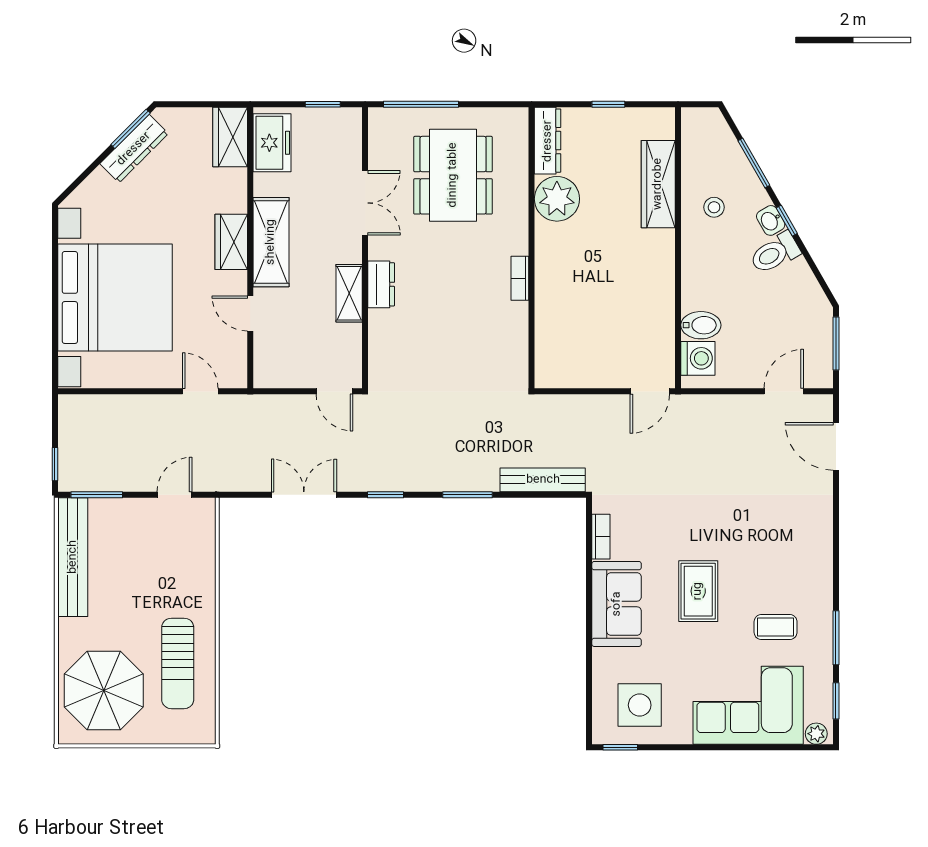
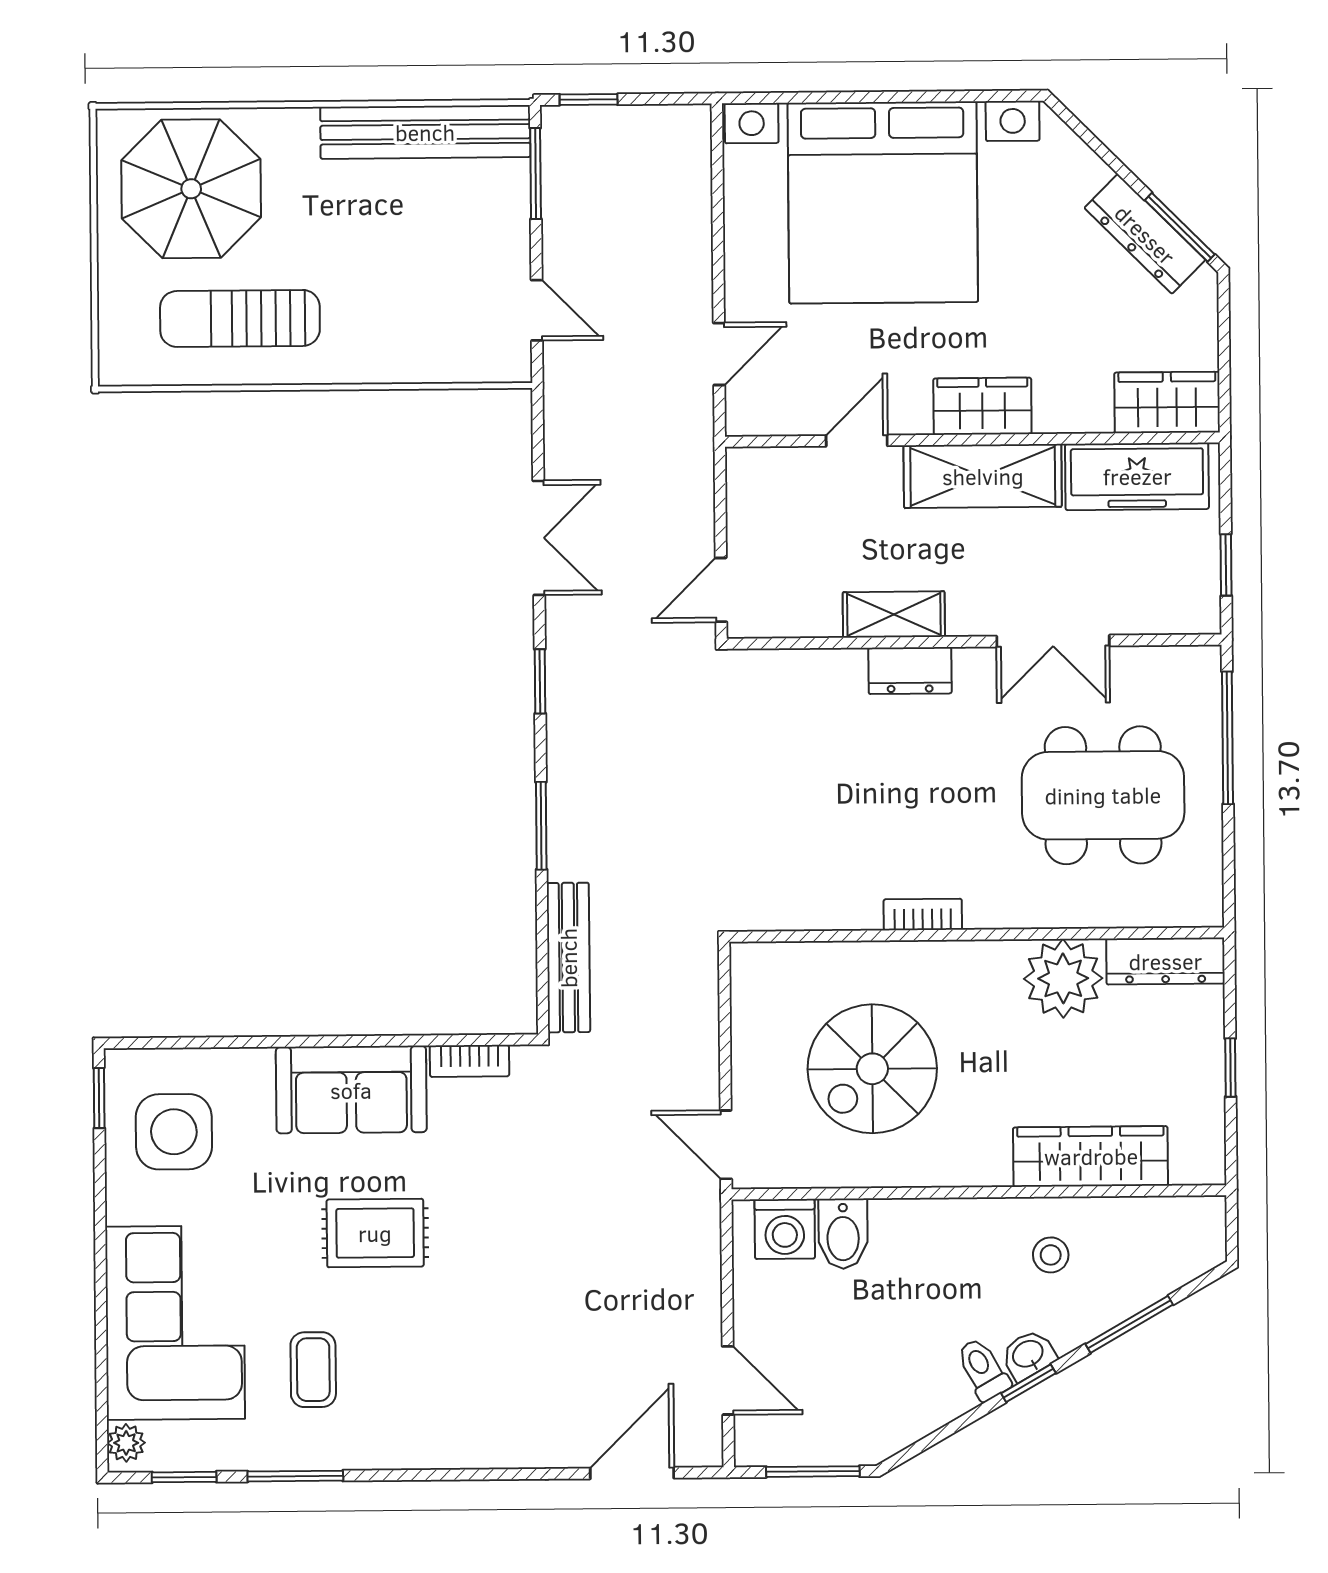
freezer: (272, 143) -> (1137, 476), width x1.40
toilet: (775, 253) -> (983, 1369), width x0.73, depth x0.72
spiral stairs: (607, 308) -> (872, 1069), added

